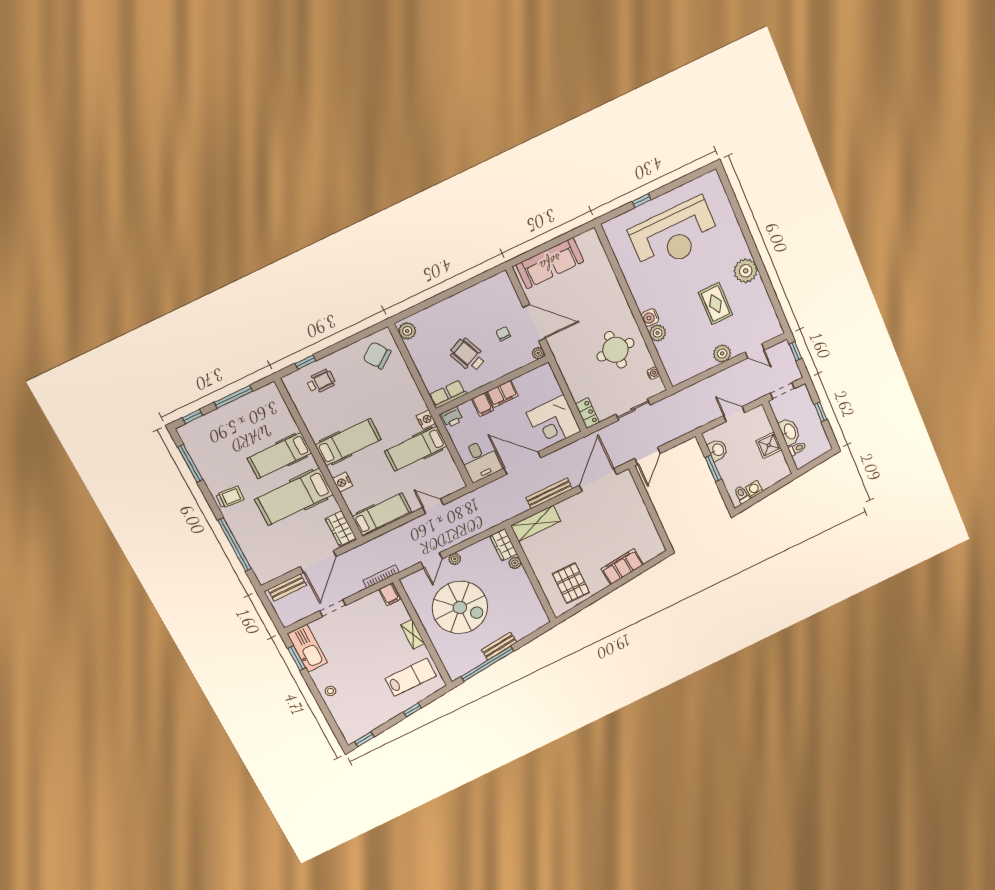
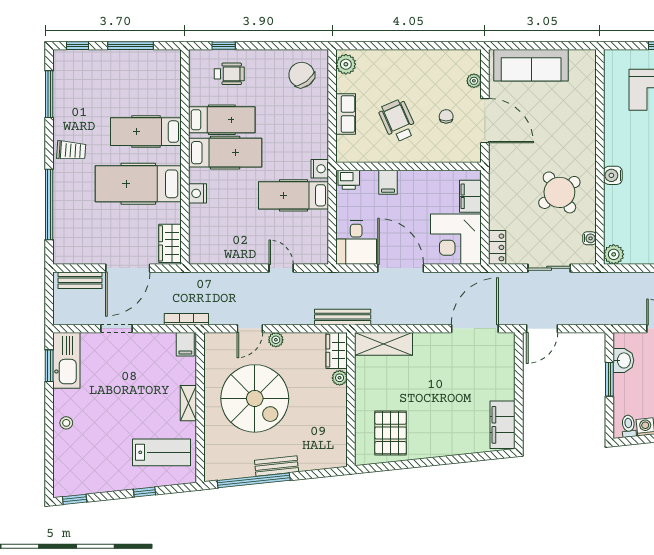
plant: (658, 333) -> (614, 254), moved
round table: (615, 350) -> (559, 192), turned -35
plant: (538, 353) -> (474, 81), moved
row of seats: (448, 394) -> (346, 114), moved, turned 90
filing cabinet: (502, 394) -> (470, 196), moved, turned 90
bench: (549, 493) -> (343, 317), moved
hospital bed: (382, 514) -> (222, 120), moved
filing cabinet: (622, 567) -> (503, 425), moved, turned -84

